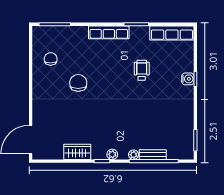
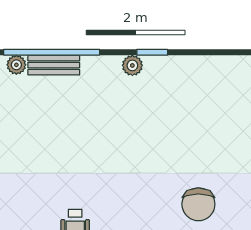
wardrobe: (77, 152) -> (200, 70), removed
plant: (134, 155) -> (16, 65), moved

